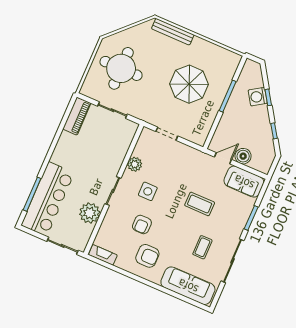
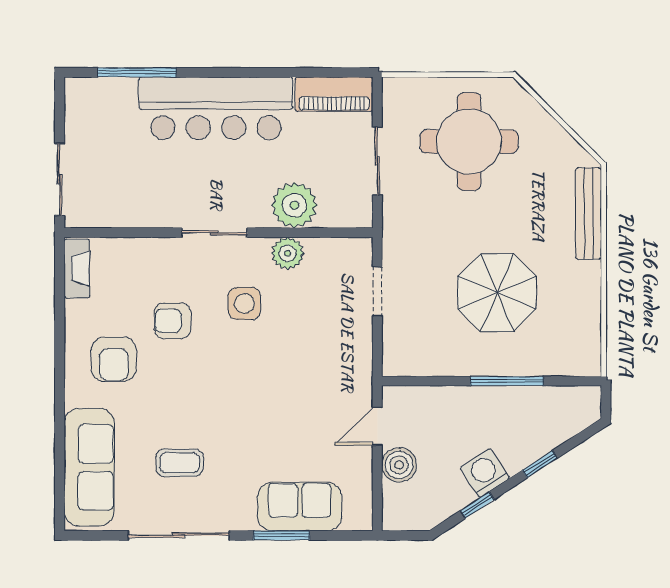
washing machine: (258, 97) -> (485, 473), moved
door: (223, 158) -> (377, 426), swing flipped
sofa: (244, 182) -> (300, 507), moved, turned 90
bar counter: (48, 199) -> (216, 108), moved
coffee table: (200, 204) -> (264, 419), removed
plant: (90, 213) -> (294, 205), moved

